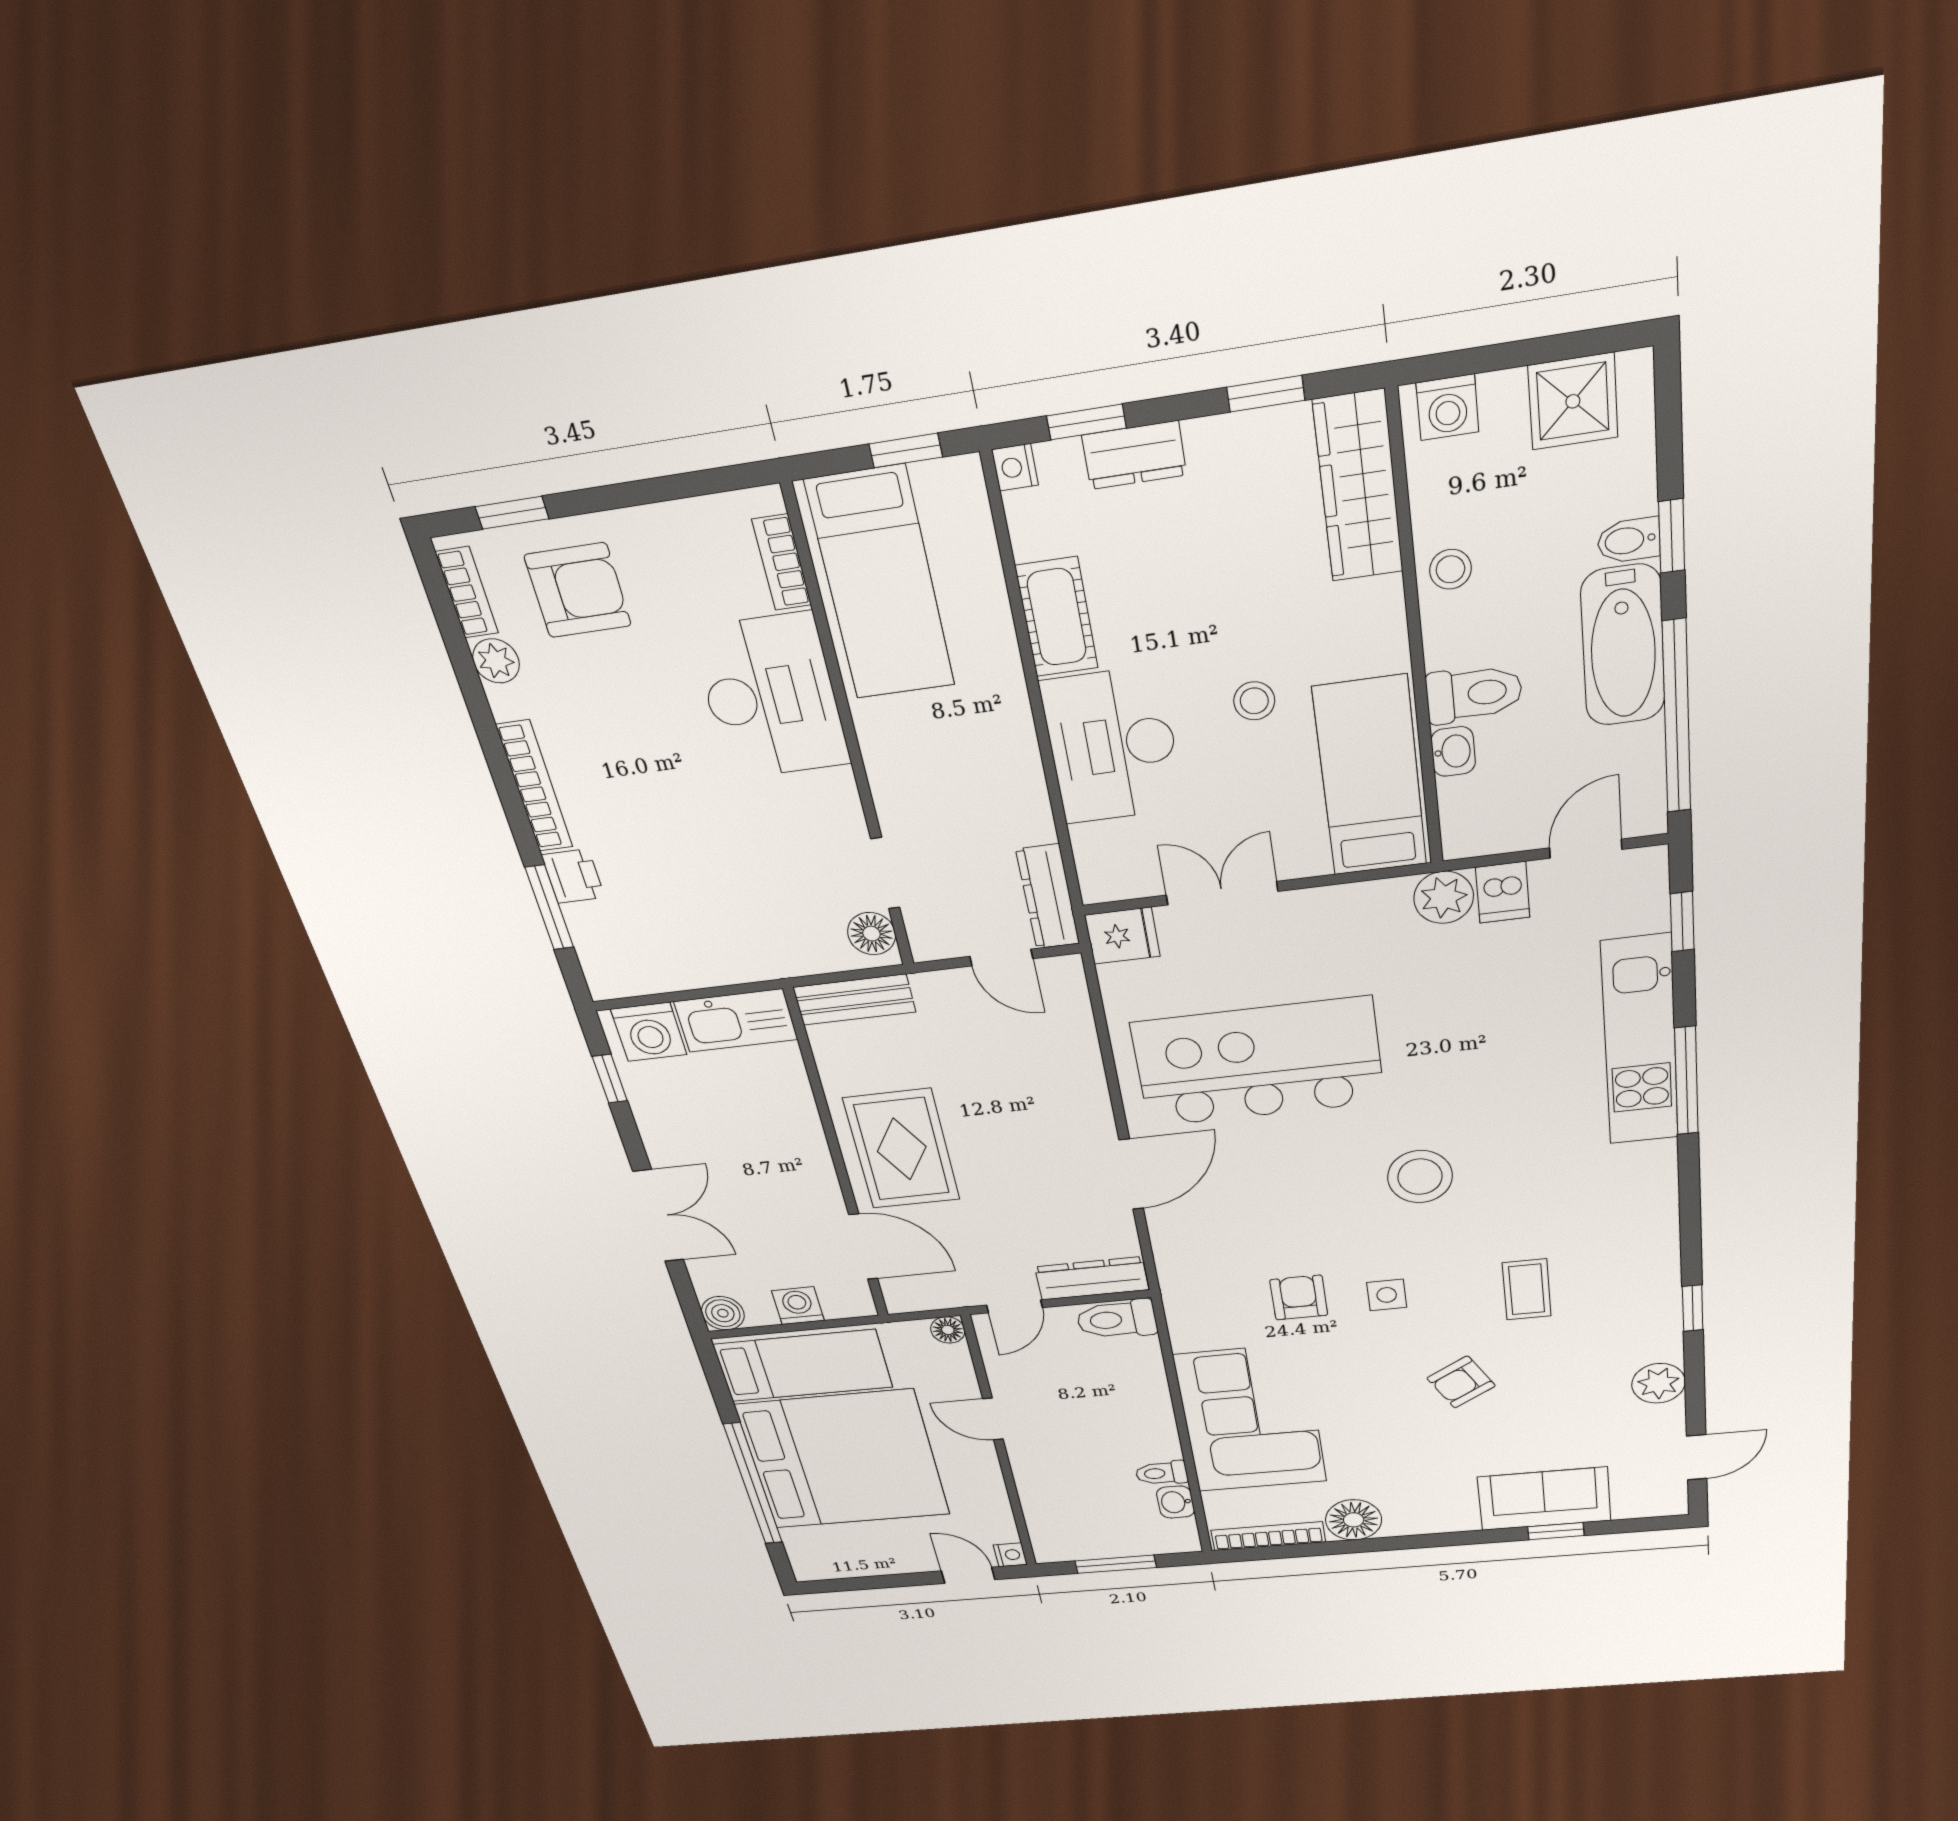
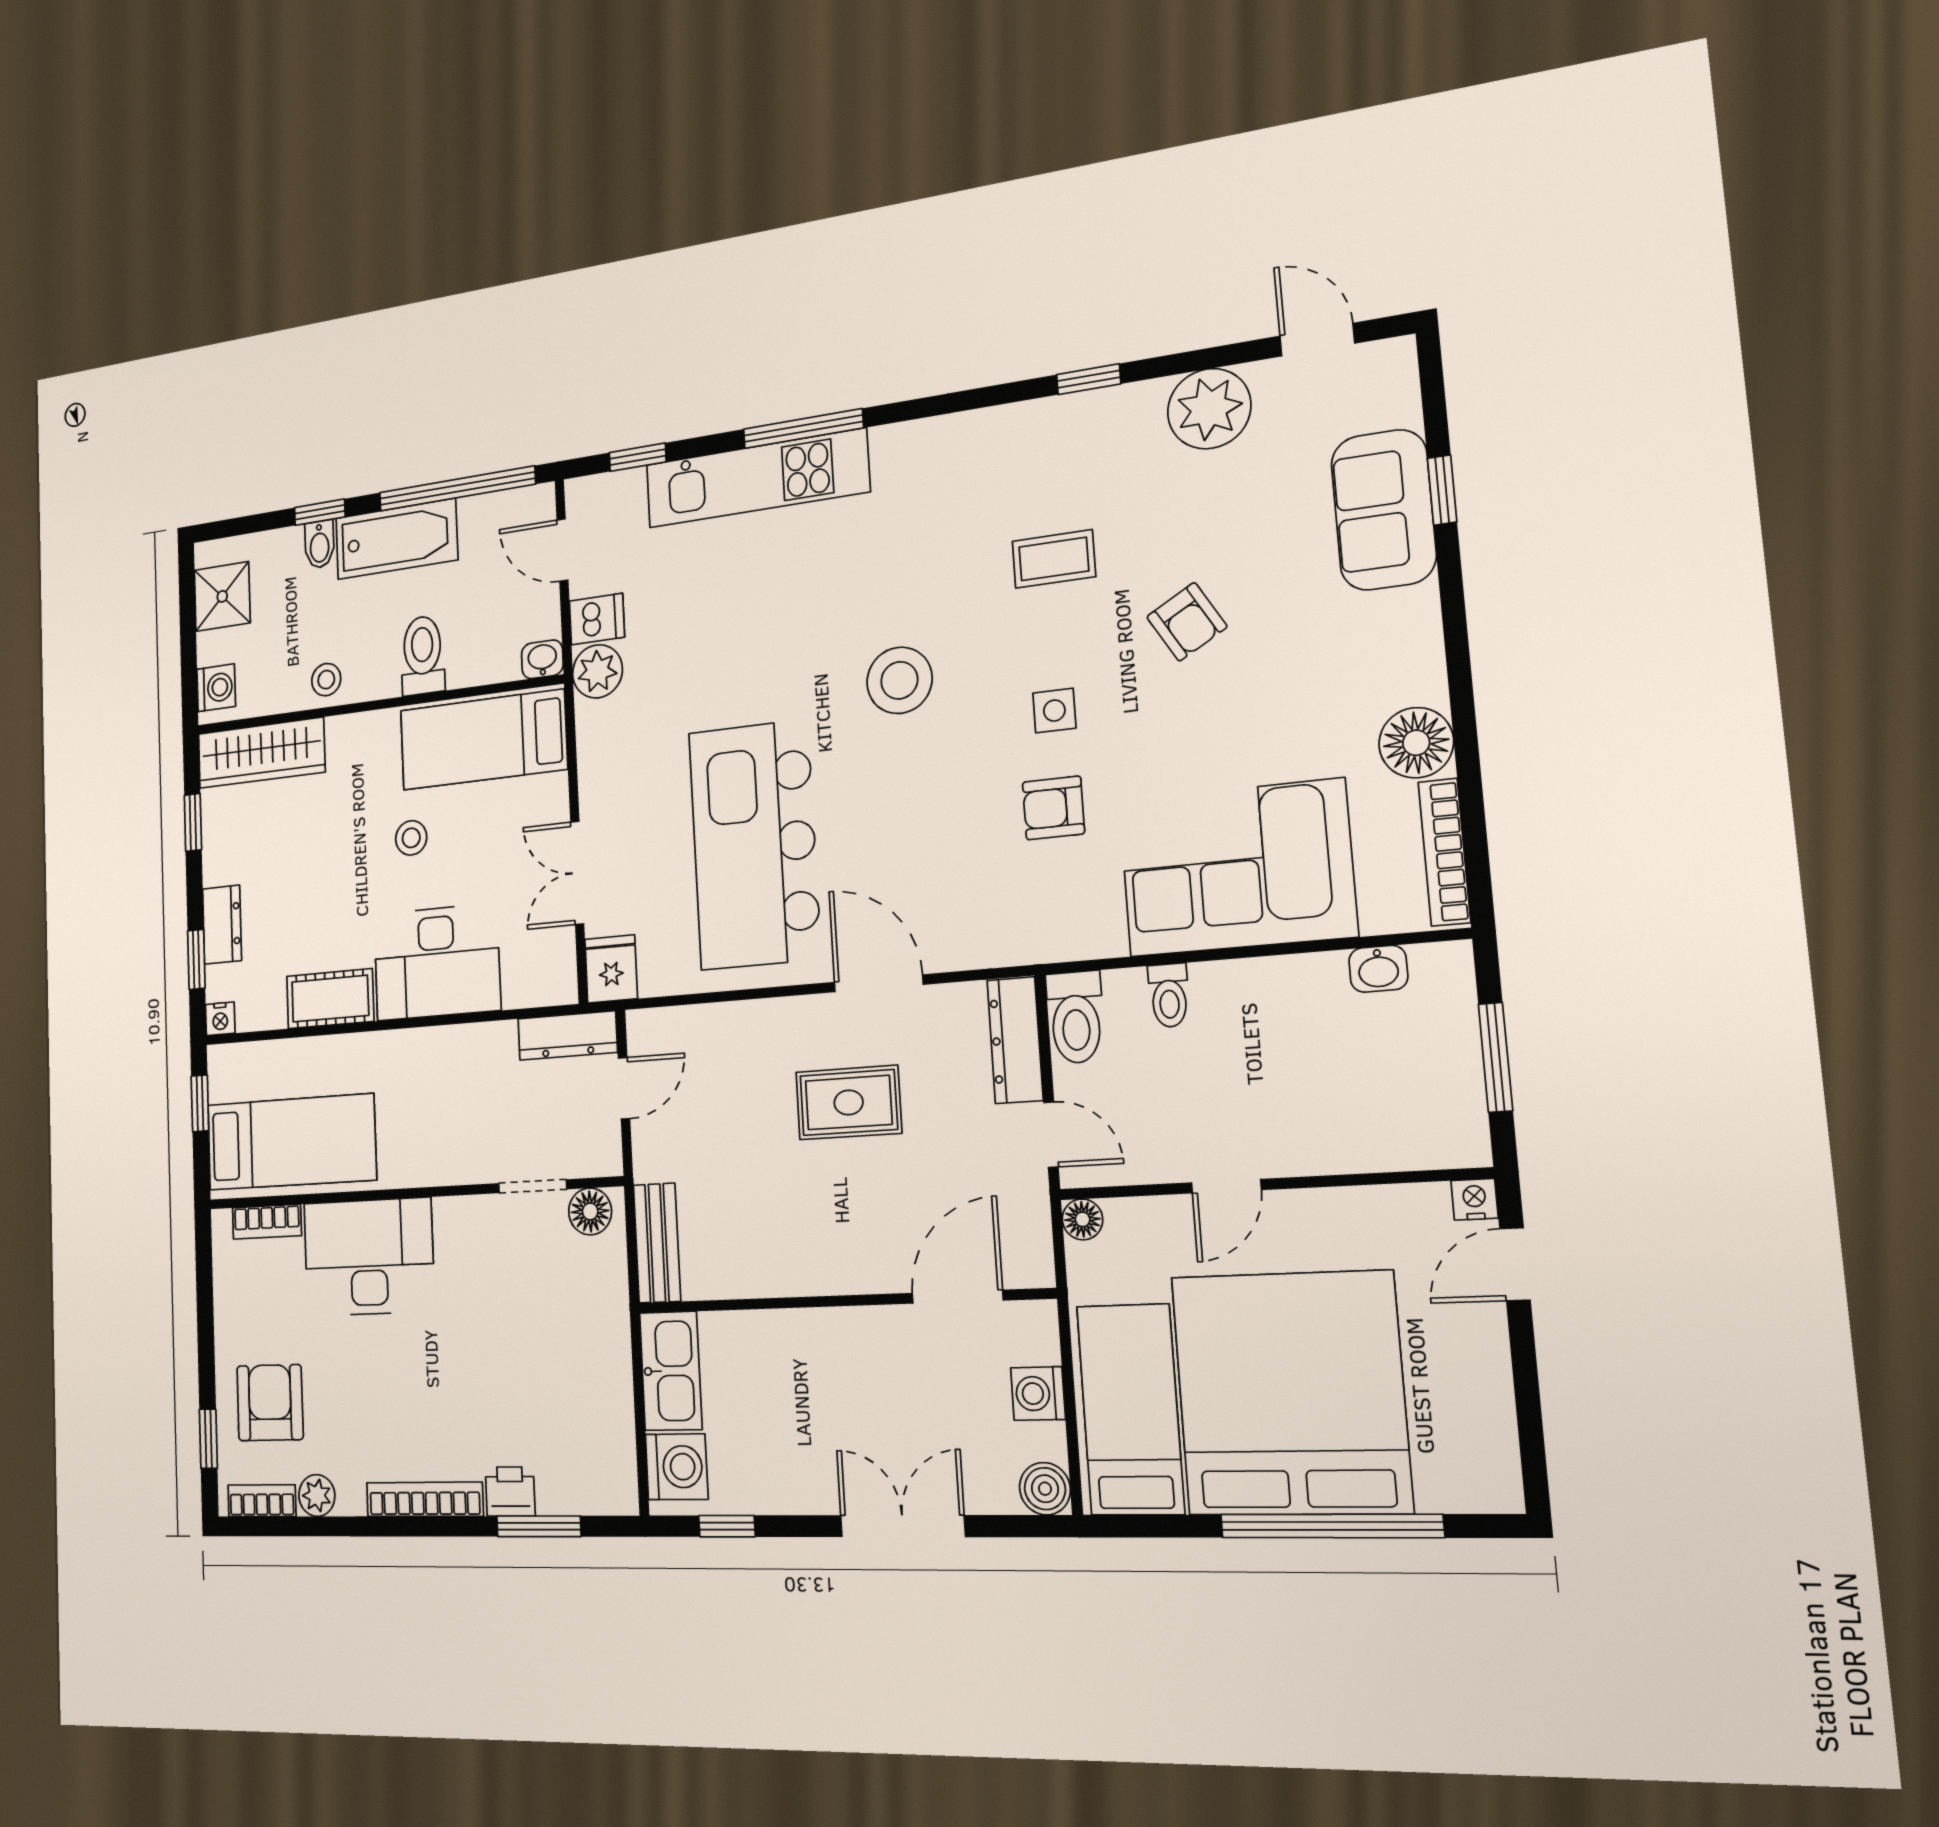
washbasin: (1453, 751) -> (542, 659), moved
rug: (902, 1149) -> (849, 1102), moved, width x0.73, depth x0.70
plant: (1658, 1383) -> (1209, 409), width x1.36, depth x1.36
toilet: (1162, 1473) -> (1169, 995), moved

